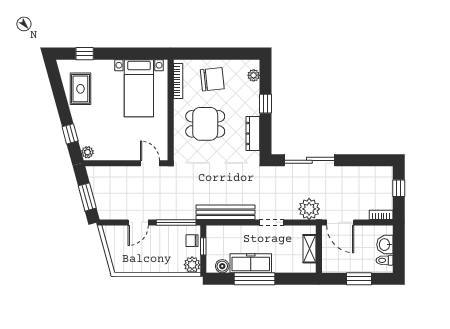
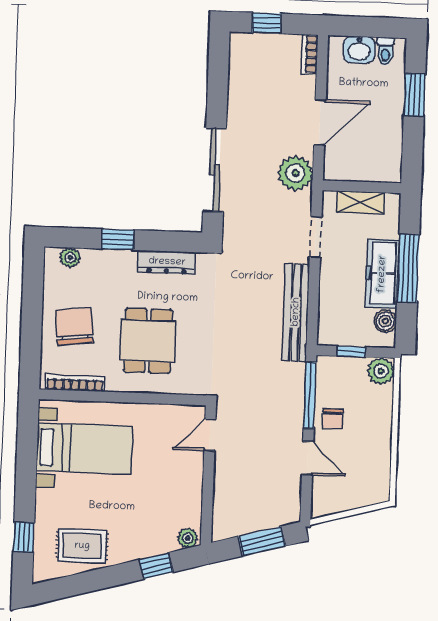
chair: (192, 241) -> (333, 419), moved
shelving: (309, 249) -> (361, 202), moved
wall: (319, 249) -> (362, 187), moved

